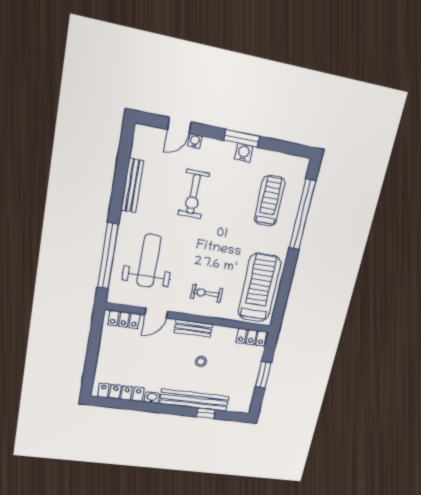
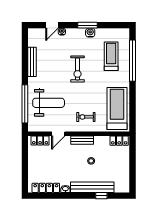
exercise bike: (194, 194) -> (78, 69), moved
weight bench: (149, 261) -> (49, 103), turned 90
window: (263, 375) -> (132, 164), removed

